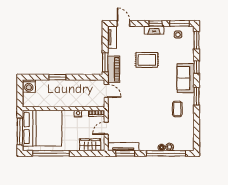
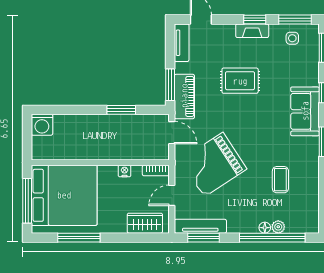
window: (57, 77) -> (121, 110), moved
coffee table: (177, 109) -> (280, 180), moved
grand piano: (131, 110) -> (213, 165), added
window: (51, 153) -> (79, 238), width x0.68

